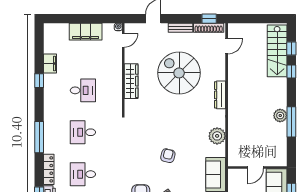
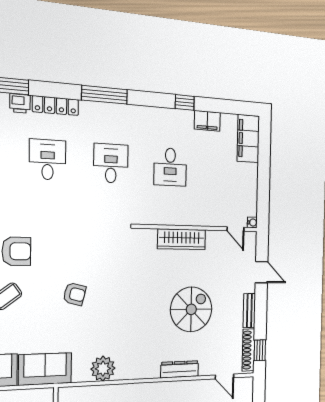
filing cabinet: (86, 32) -> (248, 139), moved
spiral stairs: (179, 73) -> (191, 309), width x0.73, depth x0.73
dresser: (220, 95) -> (180, 369), moved

